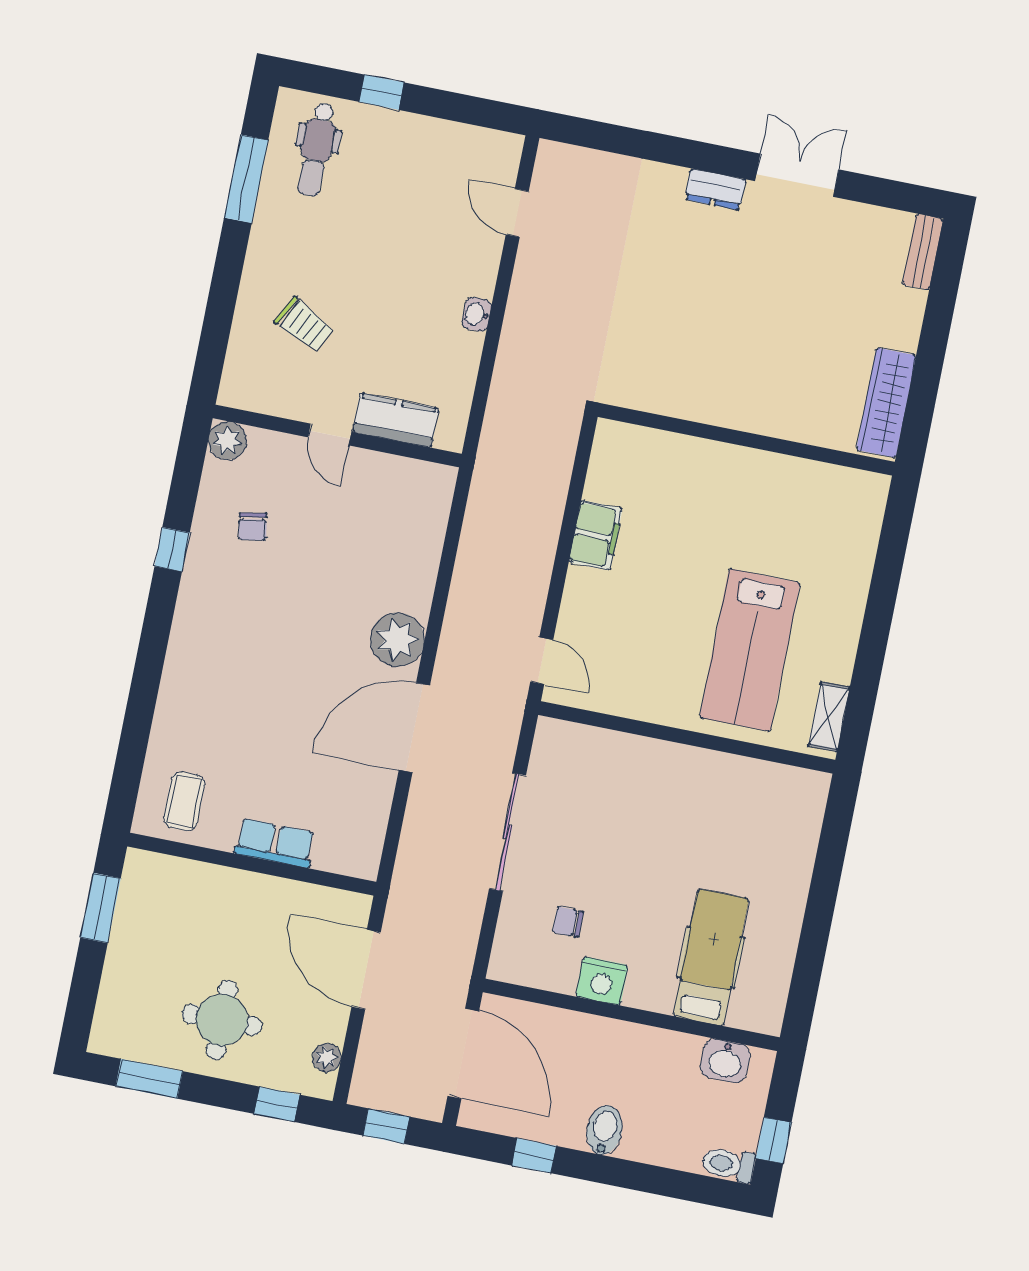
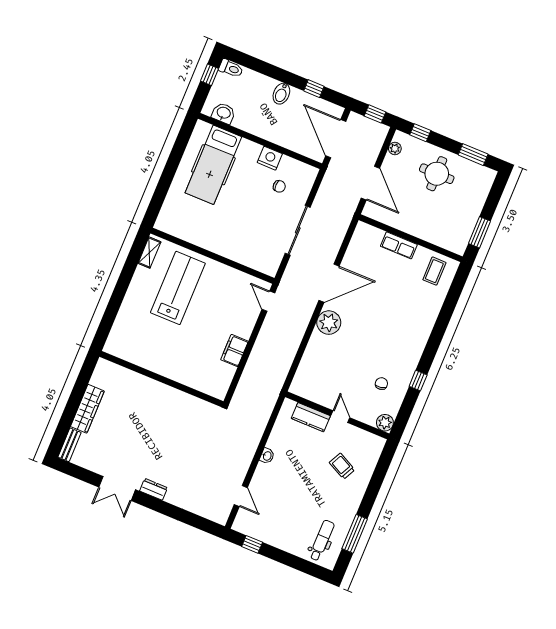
window: (382, 92) -> (252, 544), moved
wardrobe: (886, 403) -> (87, 409), moved
hospital bed: (711, 957) -> (213, 165), width x1.37, depth x1.29

